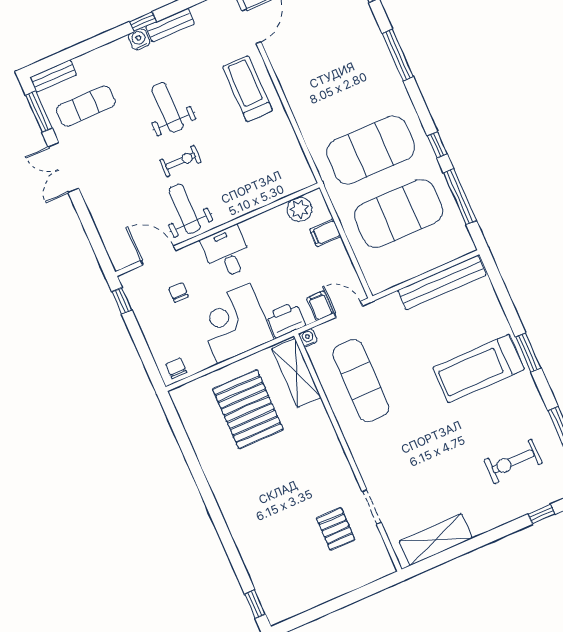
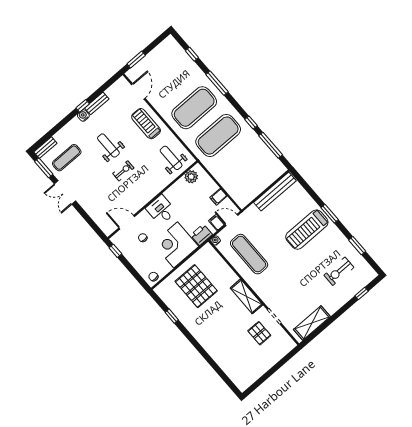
weight bench: (185, 209) -> (171, 158), moved
exercise mat: (399, 213) -> (194, 108), moved
filing cabinet: (325, 233) -> (218, 197), moved
shelving: (296, 373) -> (246, 296), moved
window: (255, 604) -> (172, 316), moved

